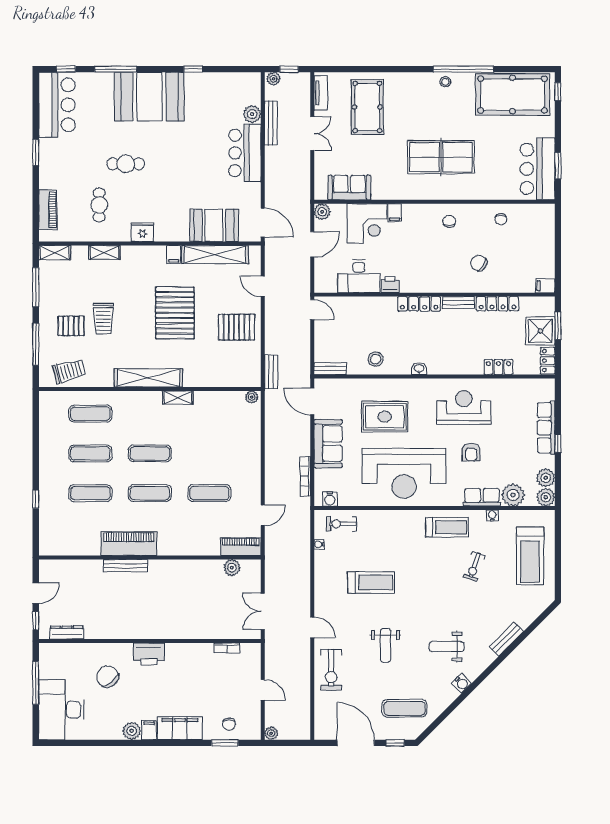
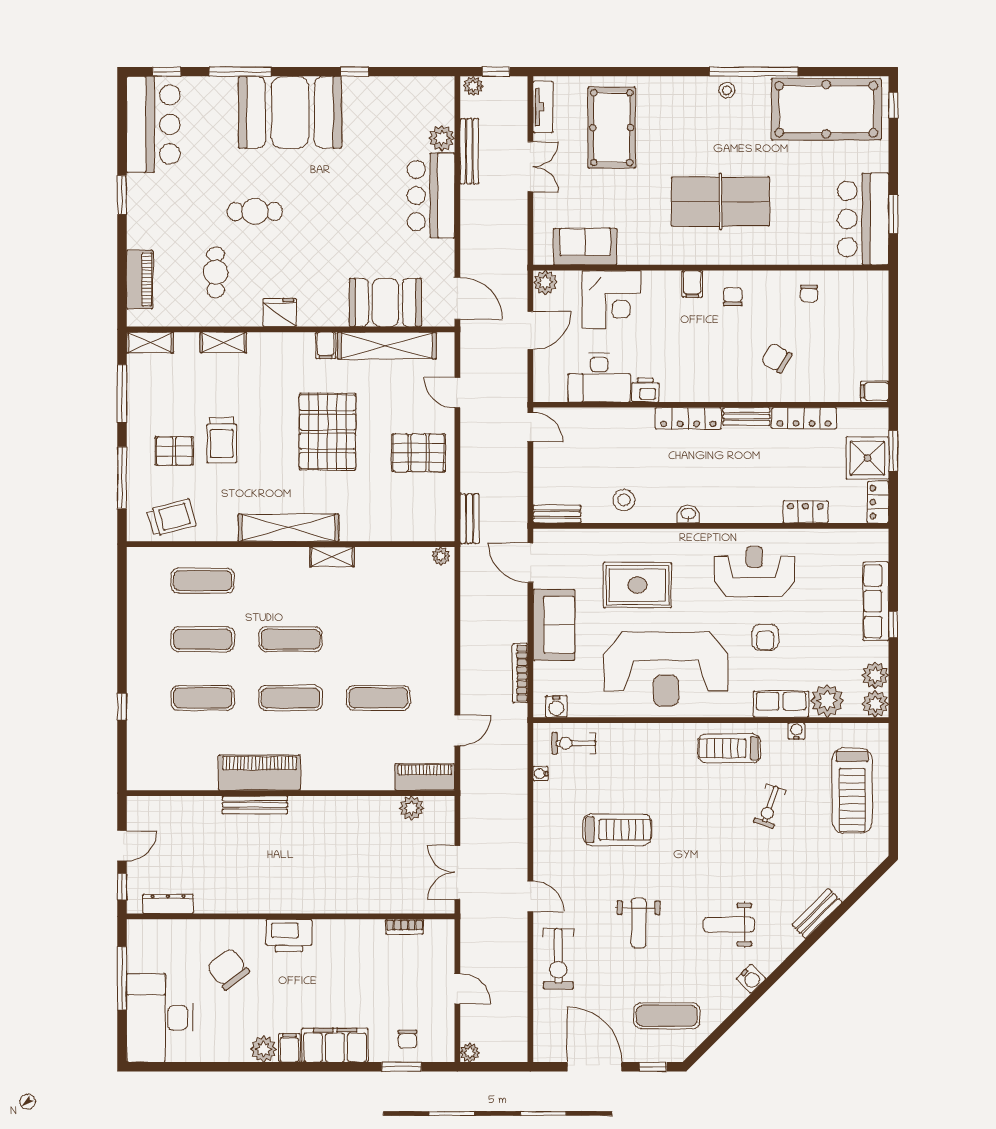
filing cabinet: (395, 213) -> (692, 284), moved
treadmill: (447, 527) -> (729, 748), turned 180

